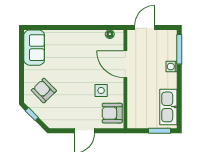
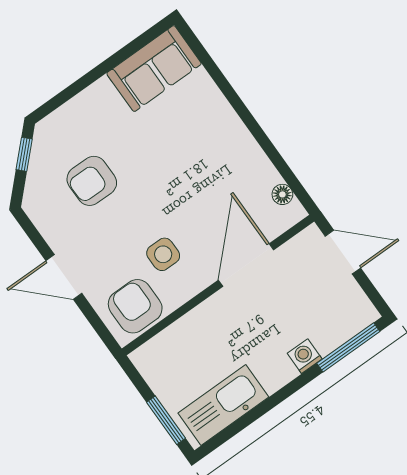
armchair: (44, 91) -> (92, 181), moved, turned -136

